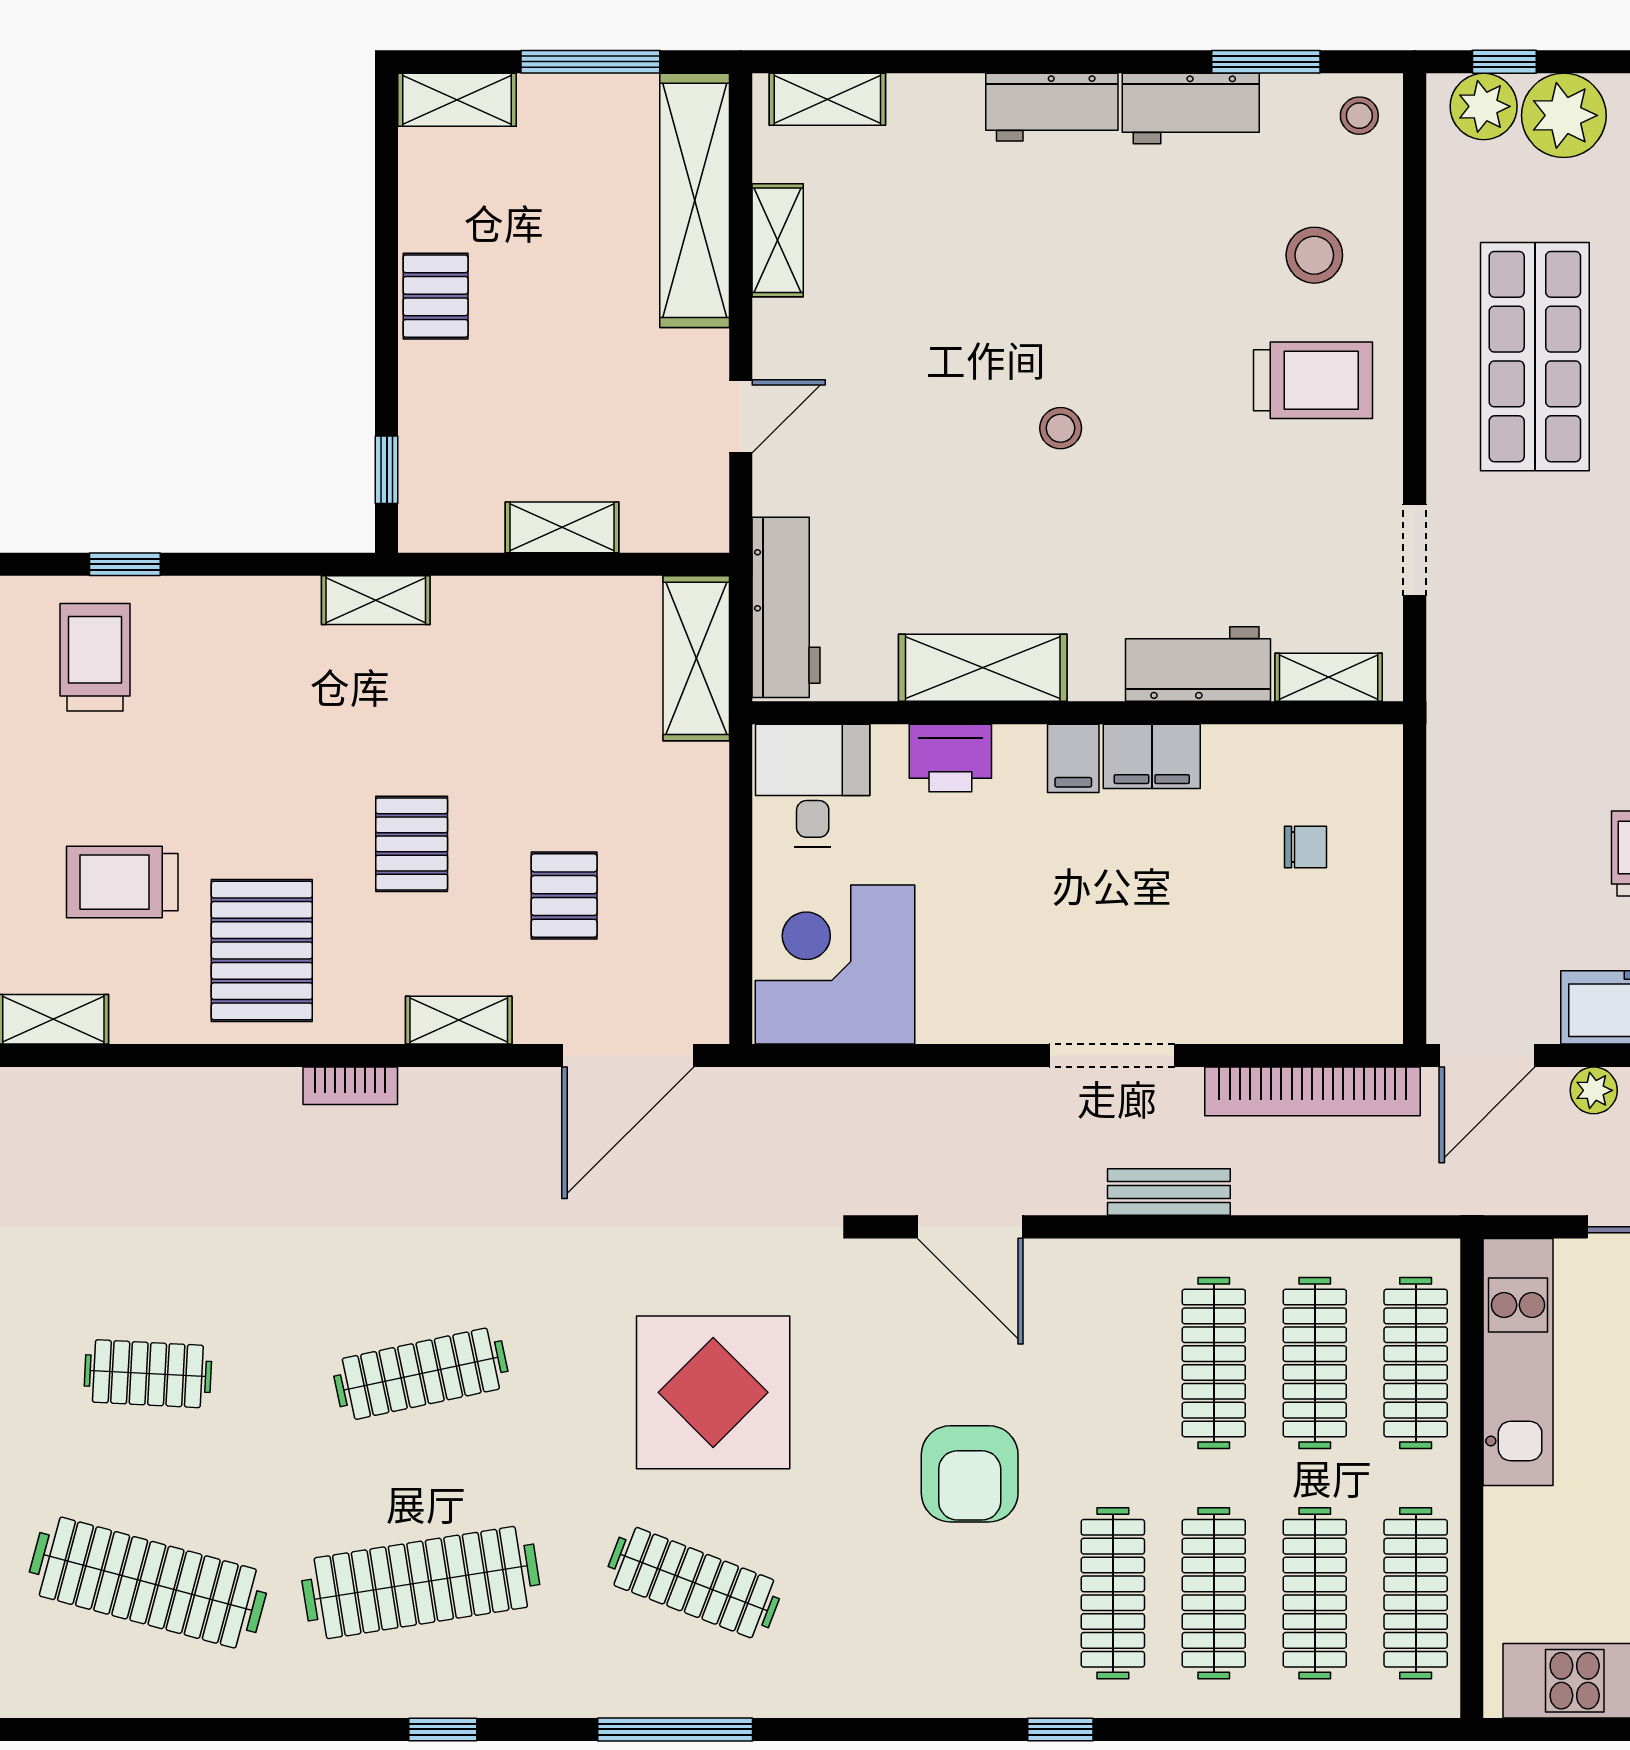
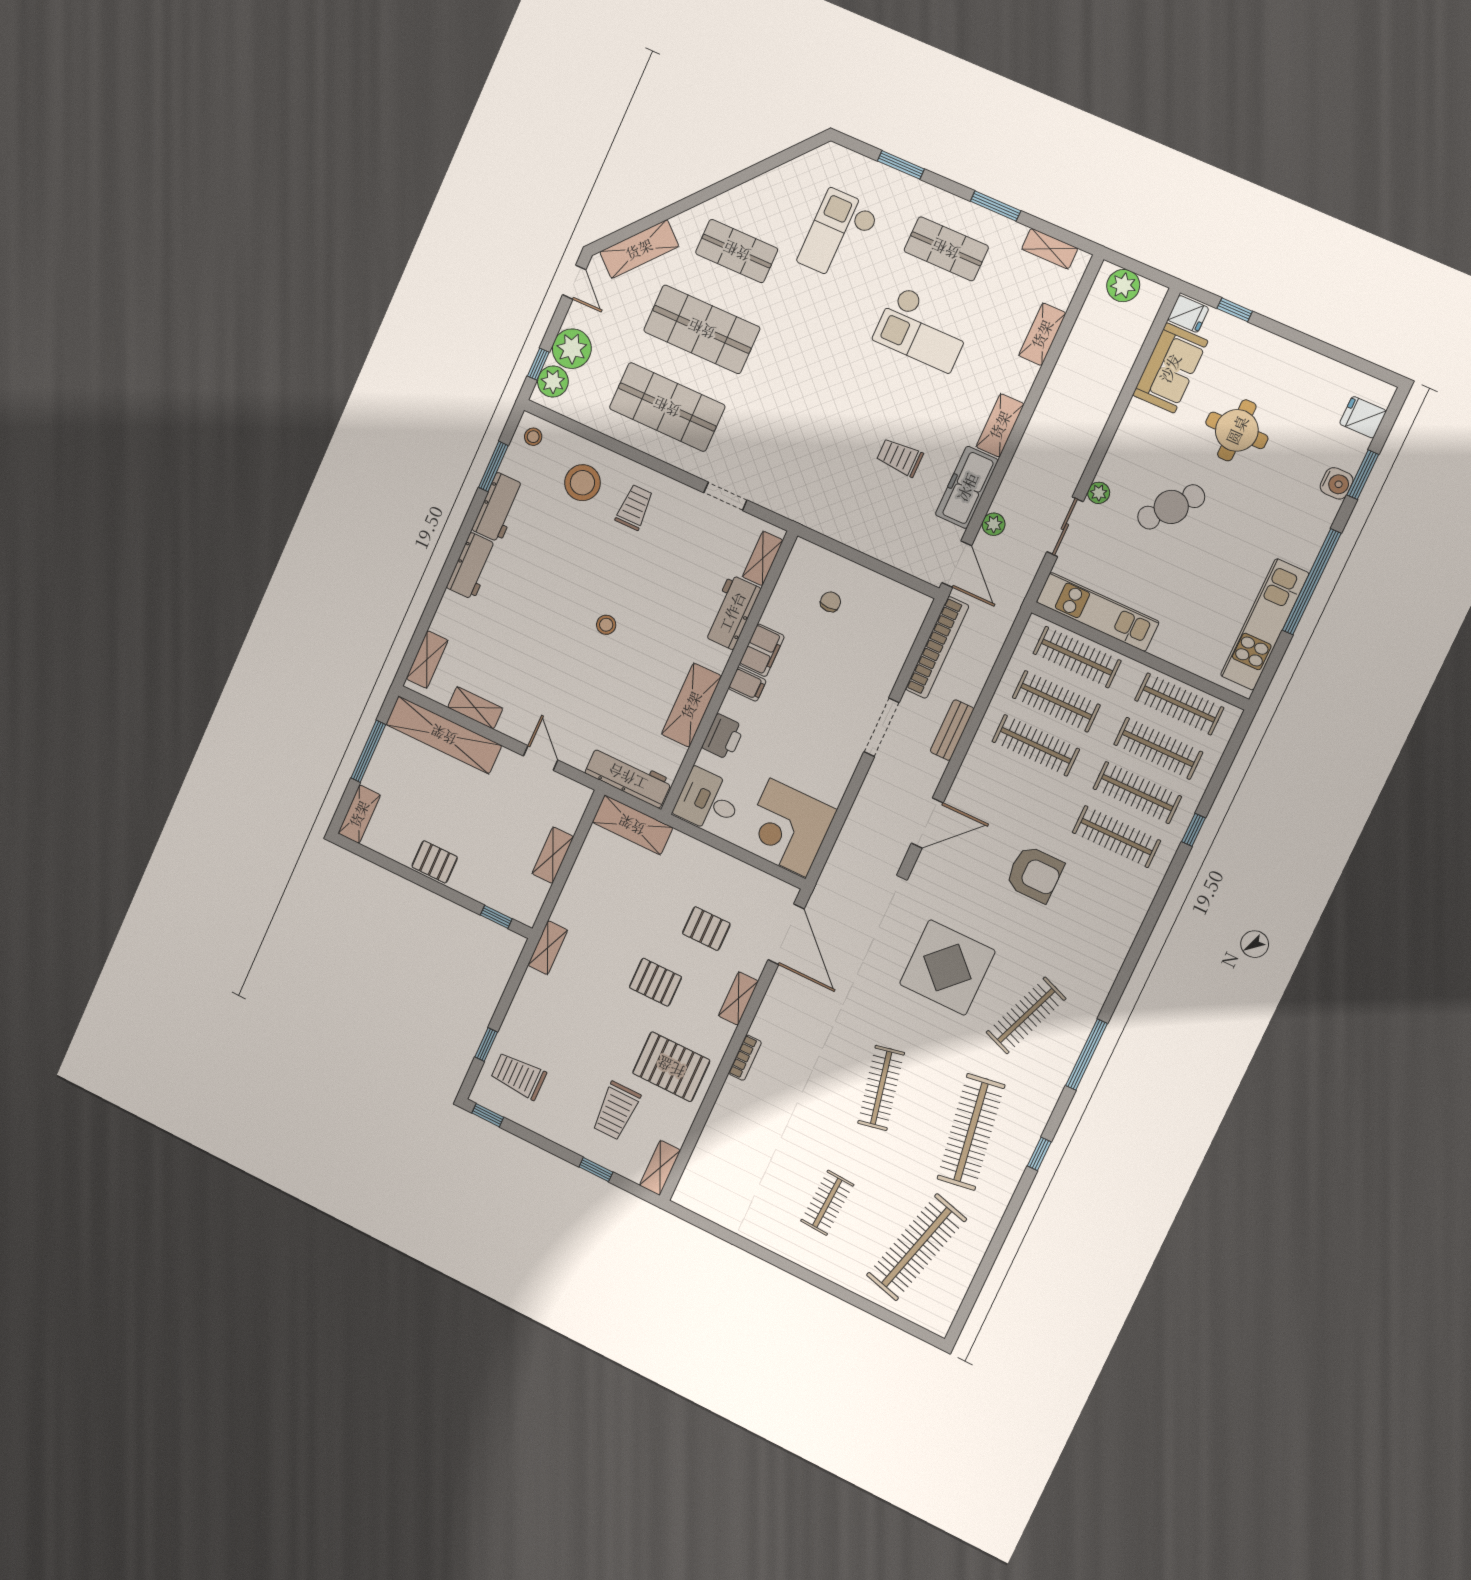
stool: (1314, 255) -> (582, 483), width x1.38, depth x1.38
trolley: (1313, 380) -> (634, 507), width x0.73, depth x0.72
window: (1060, 1729) -> (1194, 830), moved

